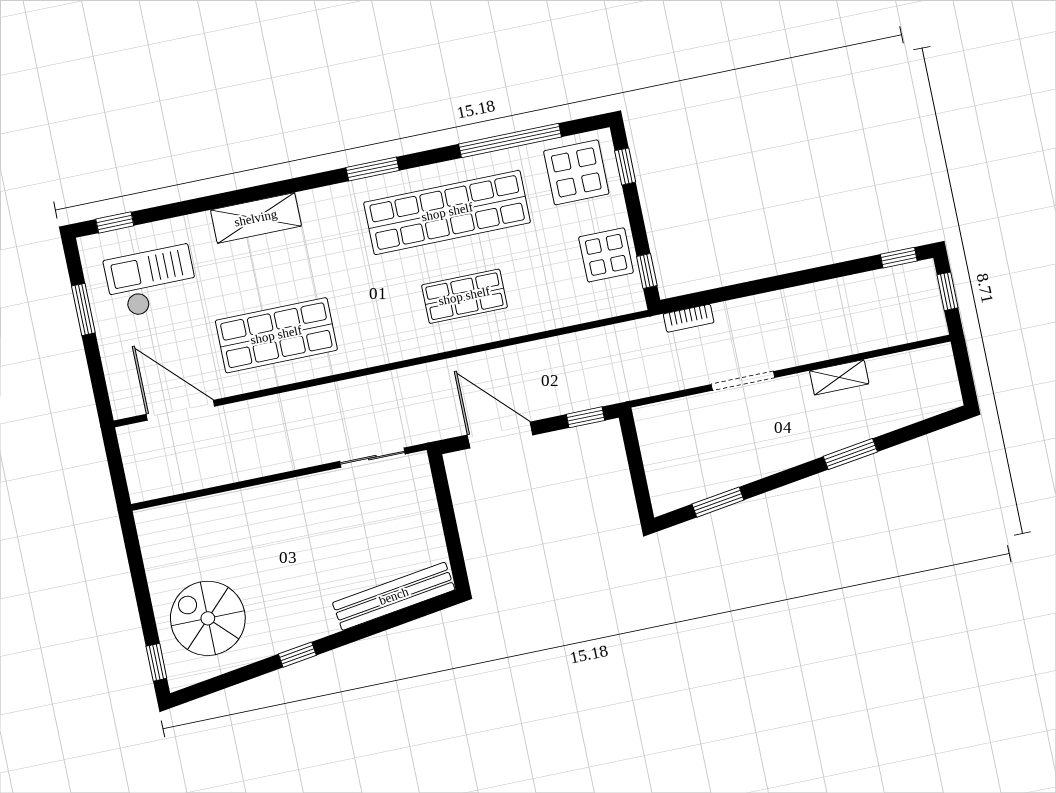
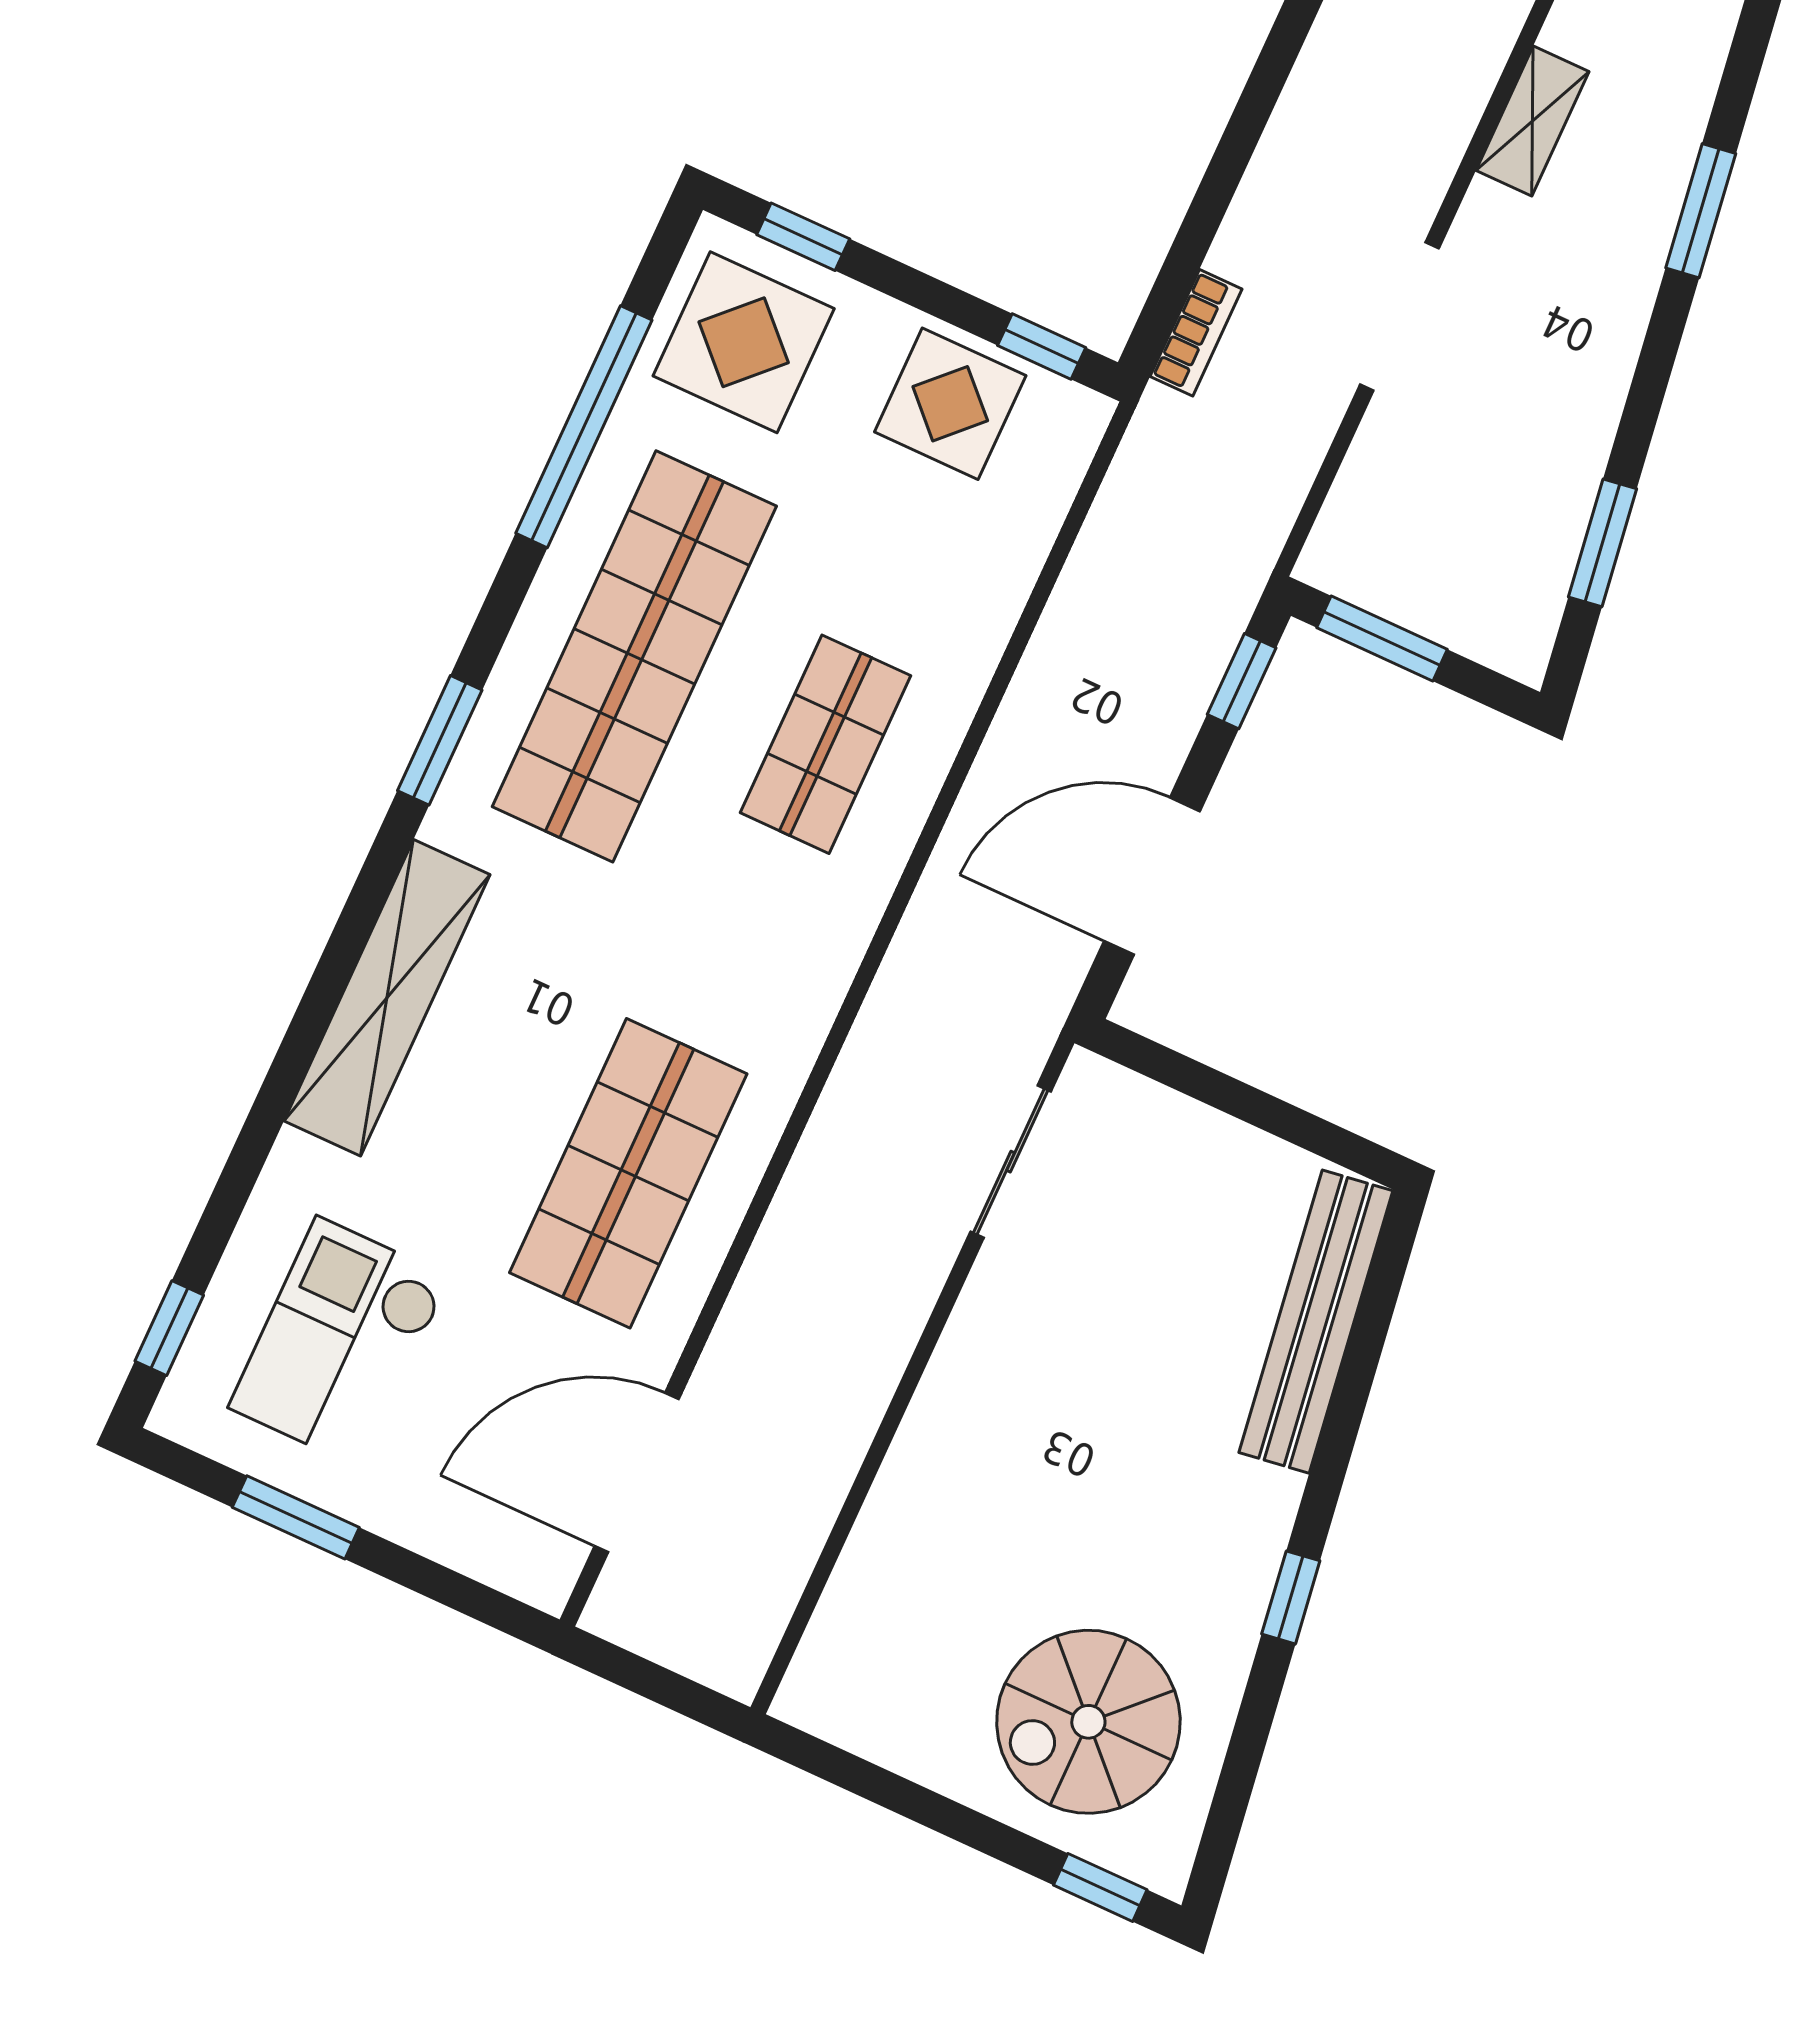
shelving: (256, 218) -> (387, 998), width x1.47
window: (633, 453) -> (1382, 639), added

